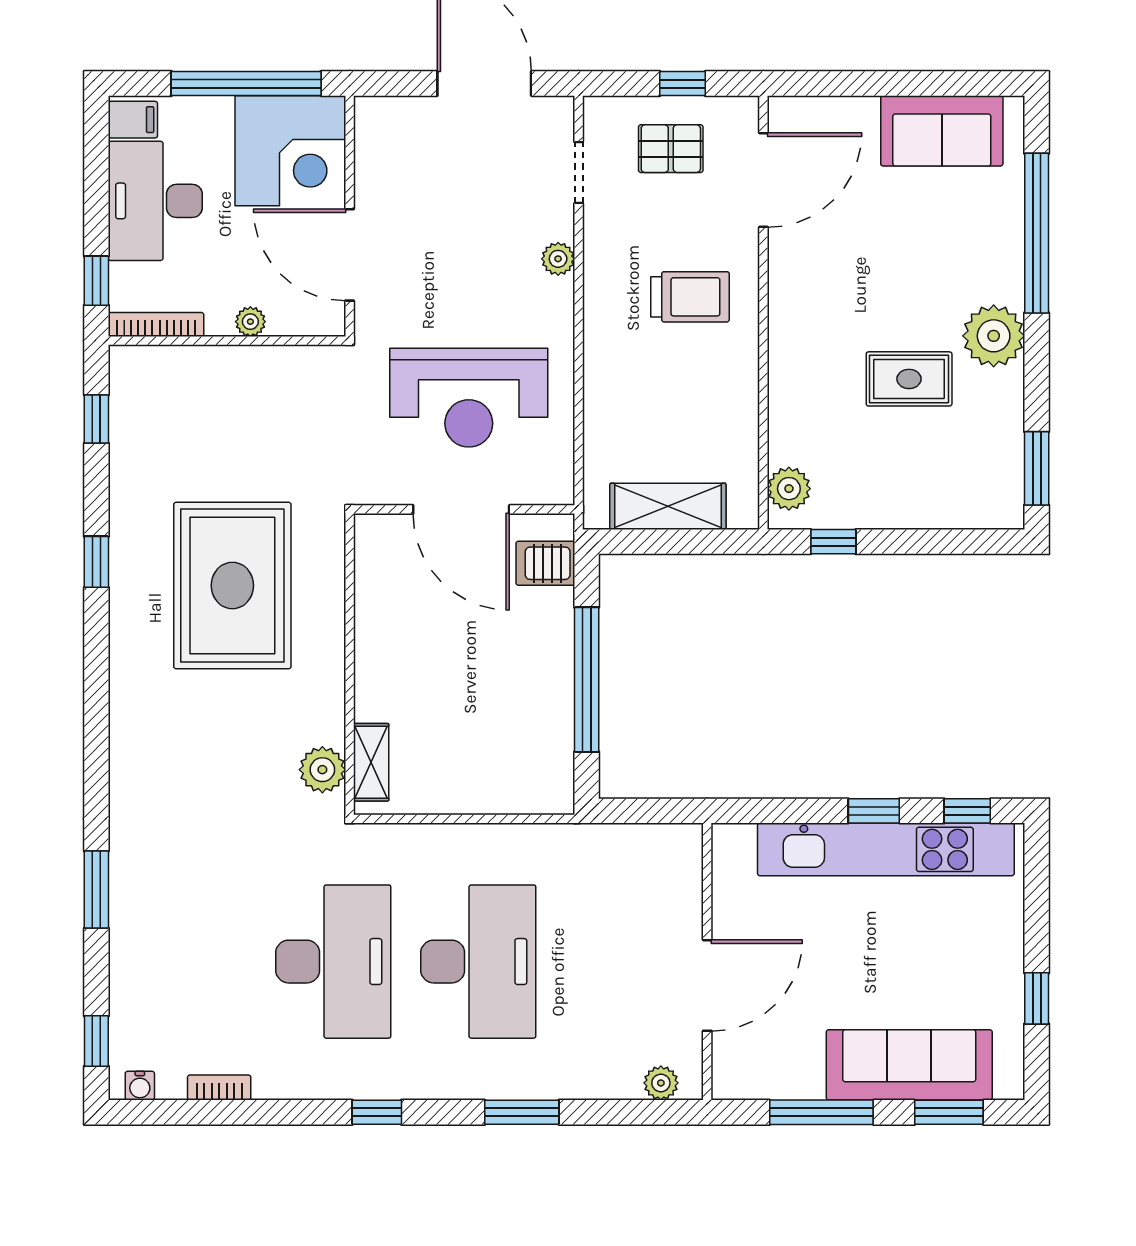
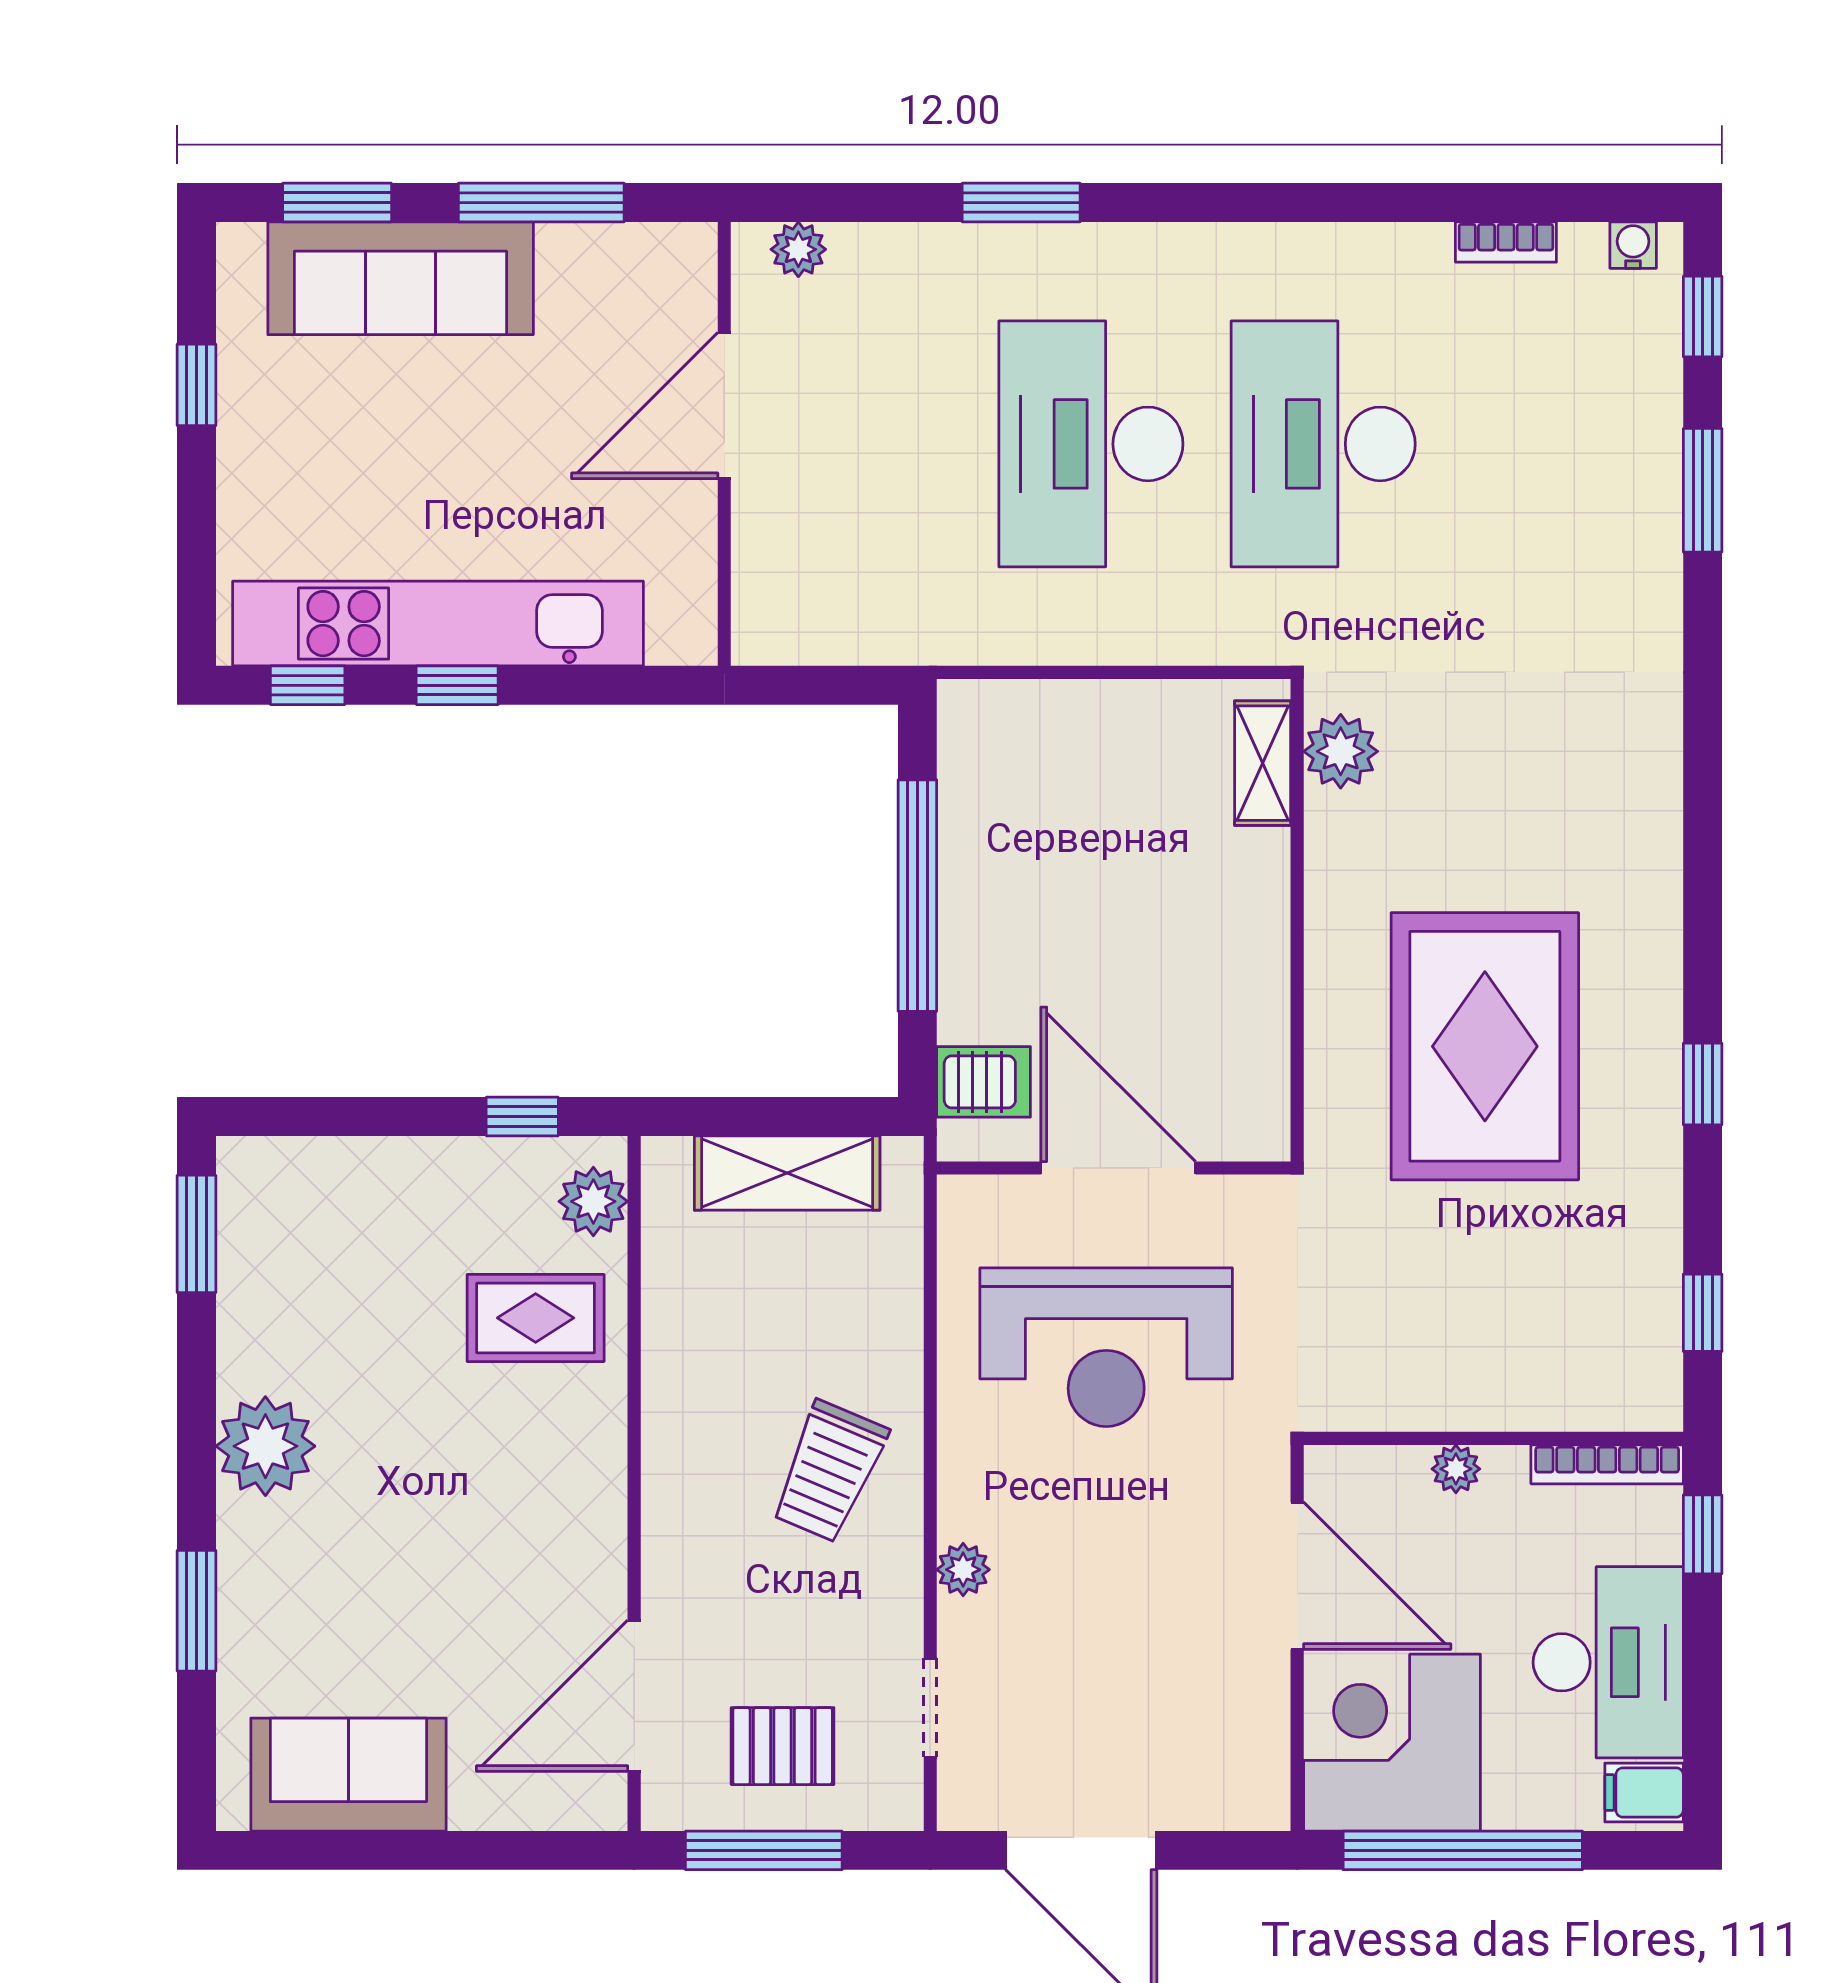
window: (682, 84) -> (764, 1850), width x2.17
window: (1037, 233) -> (196, 1611), width x0.47
trolley: (690, 297) -> (829, 1472), moved, turned -67
rug: (909, 379) -> (536, 1318), moved
reception desk: (469, 398) -> (1106, 1347), turned 180
window: (96, 890) -> (1703, 490), moved
window: (377, 1112) -> (1253, 203), removed

